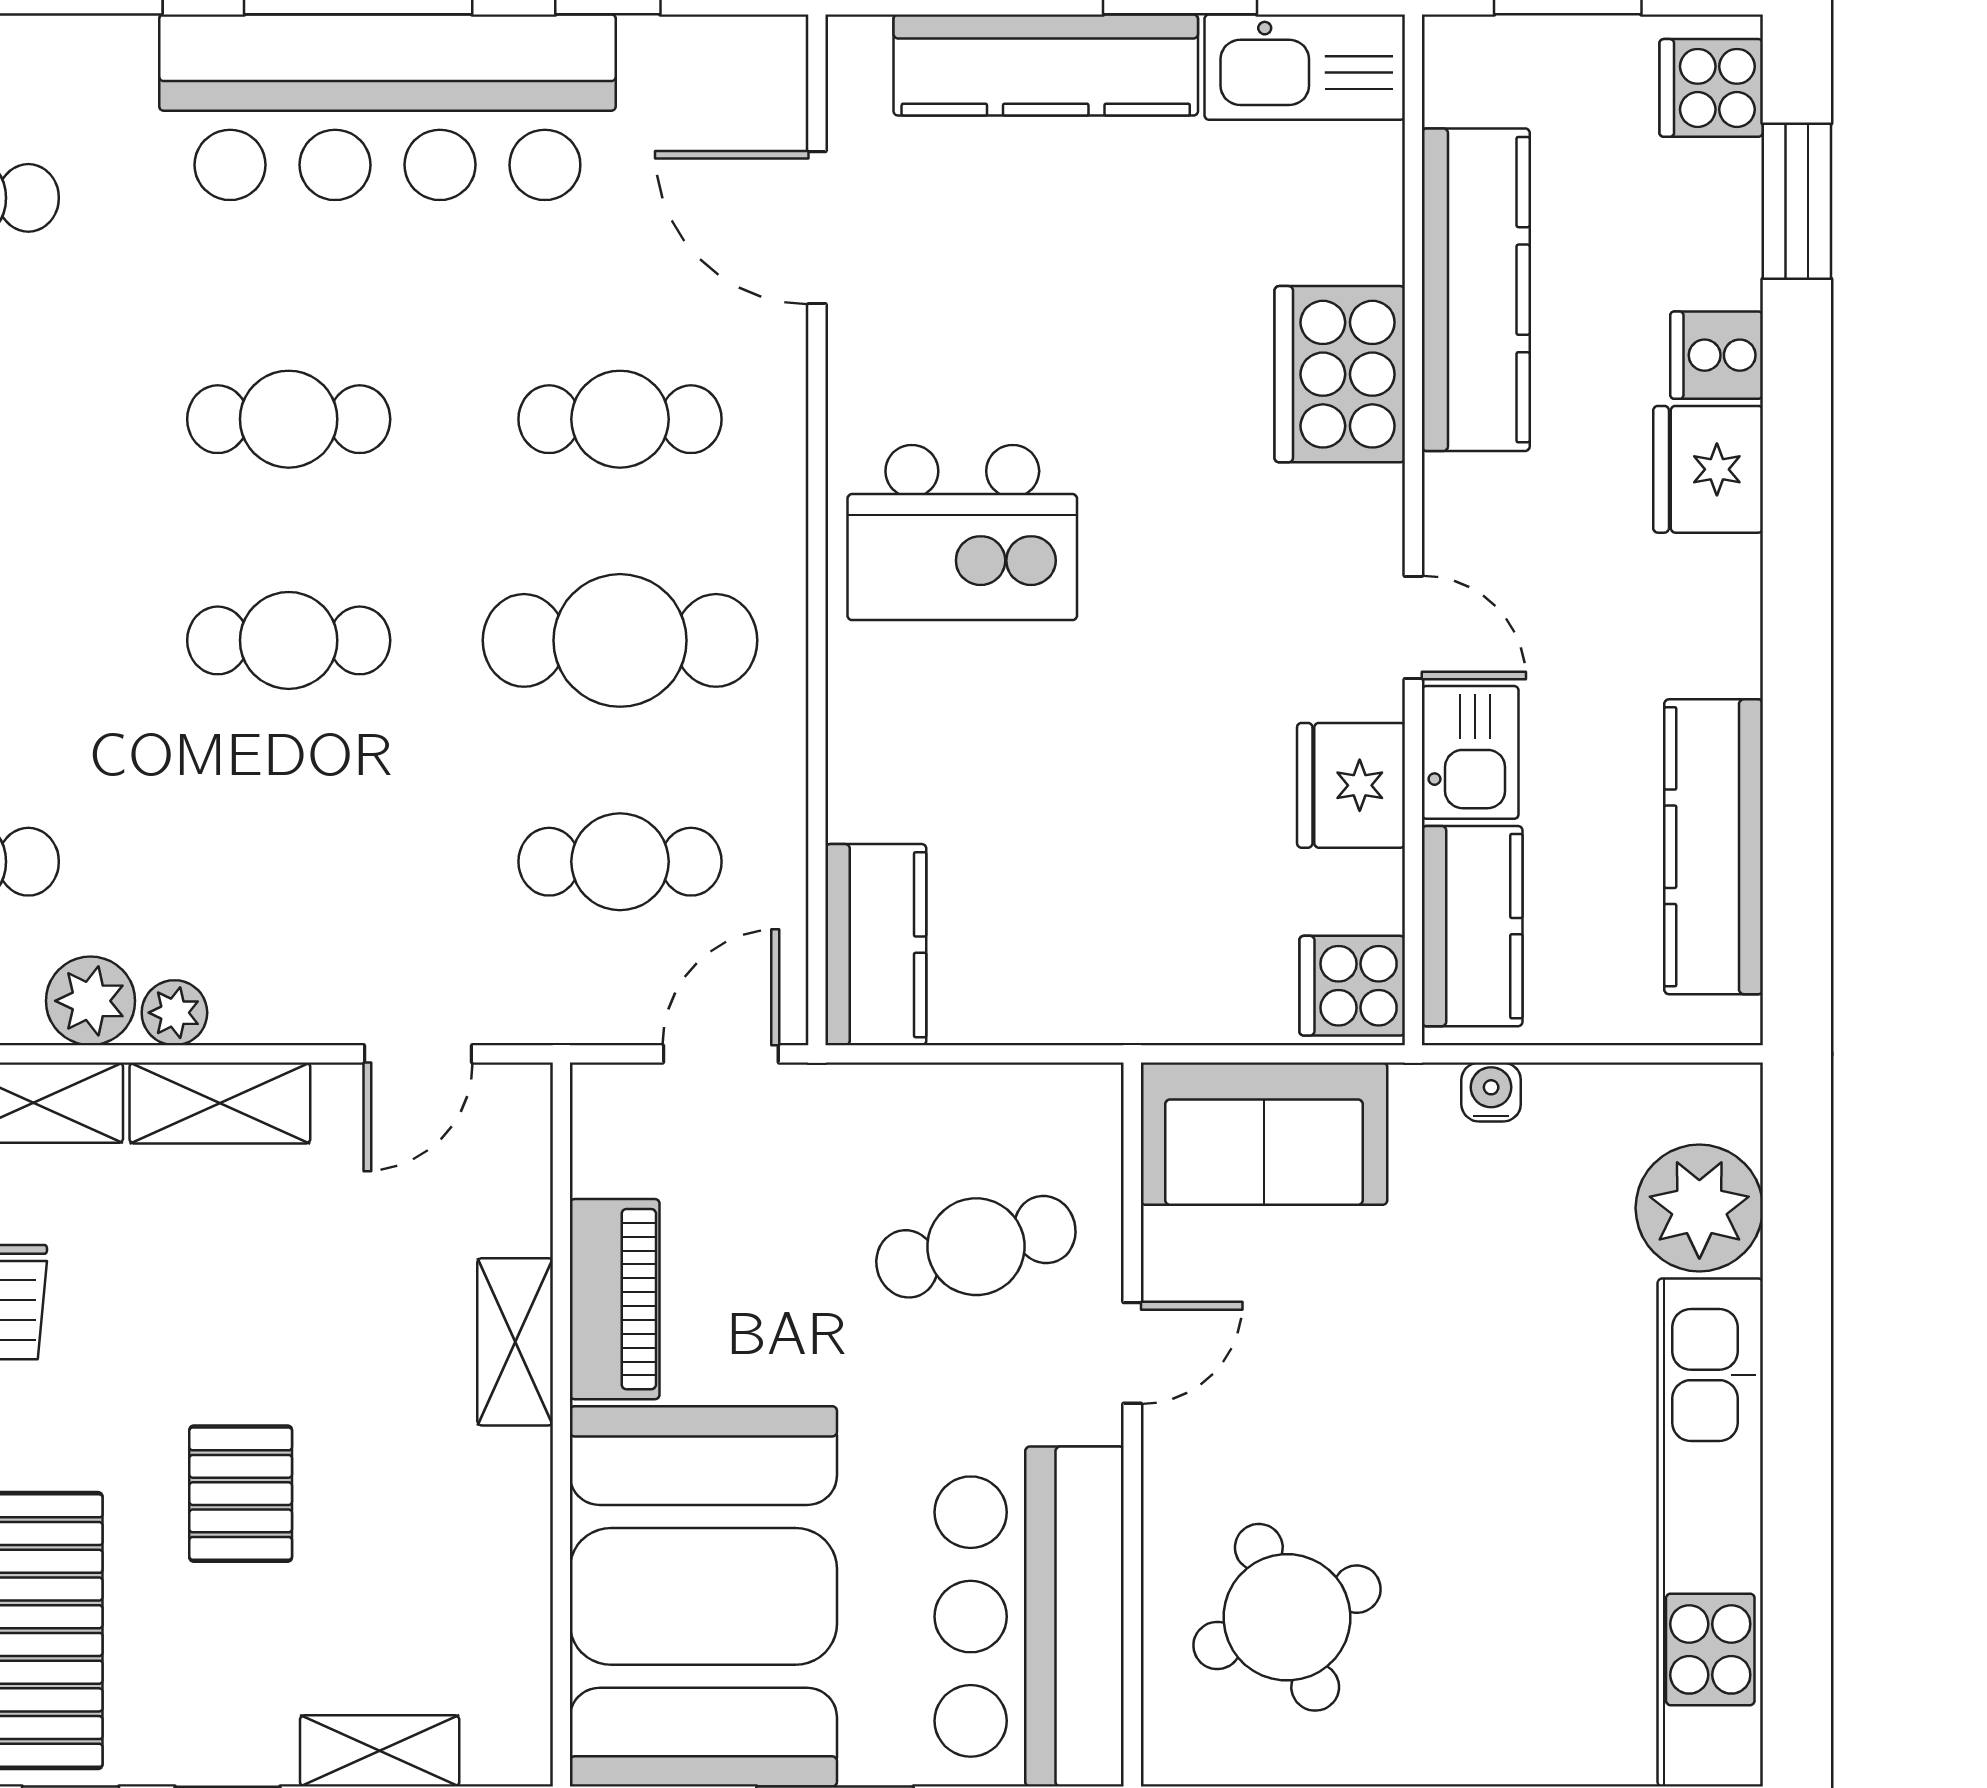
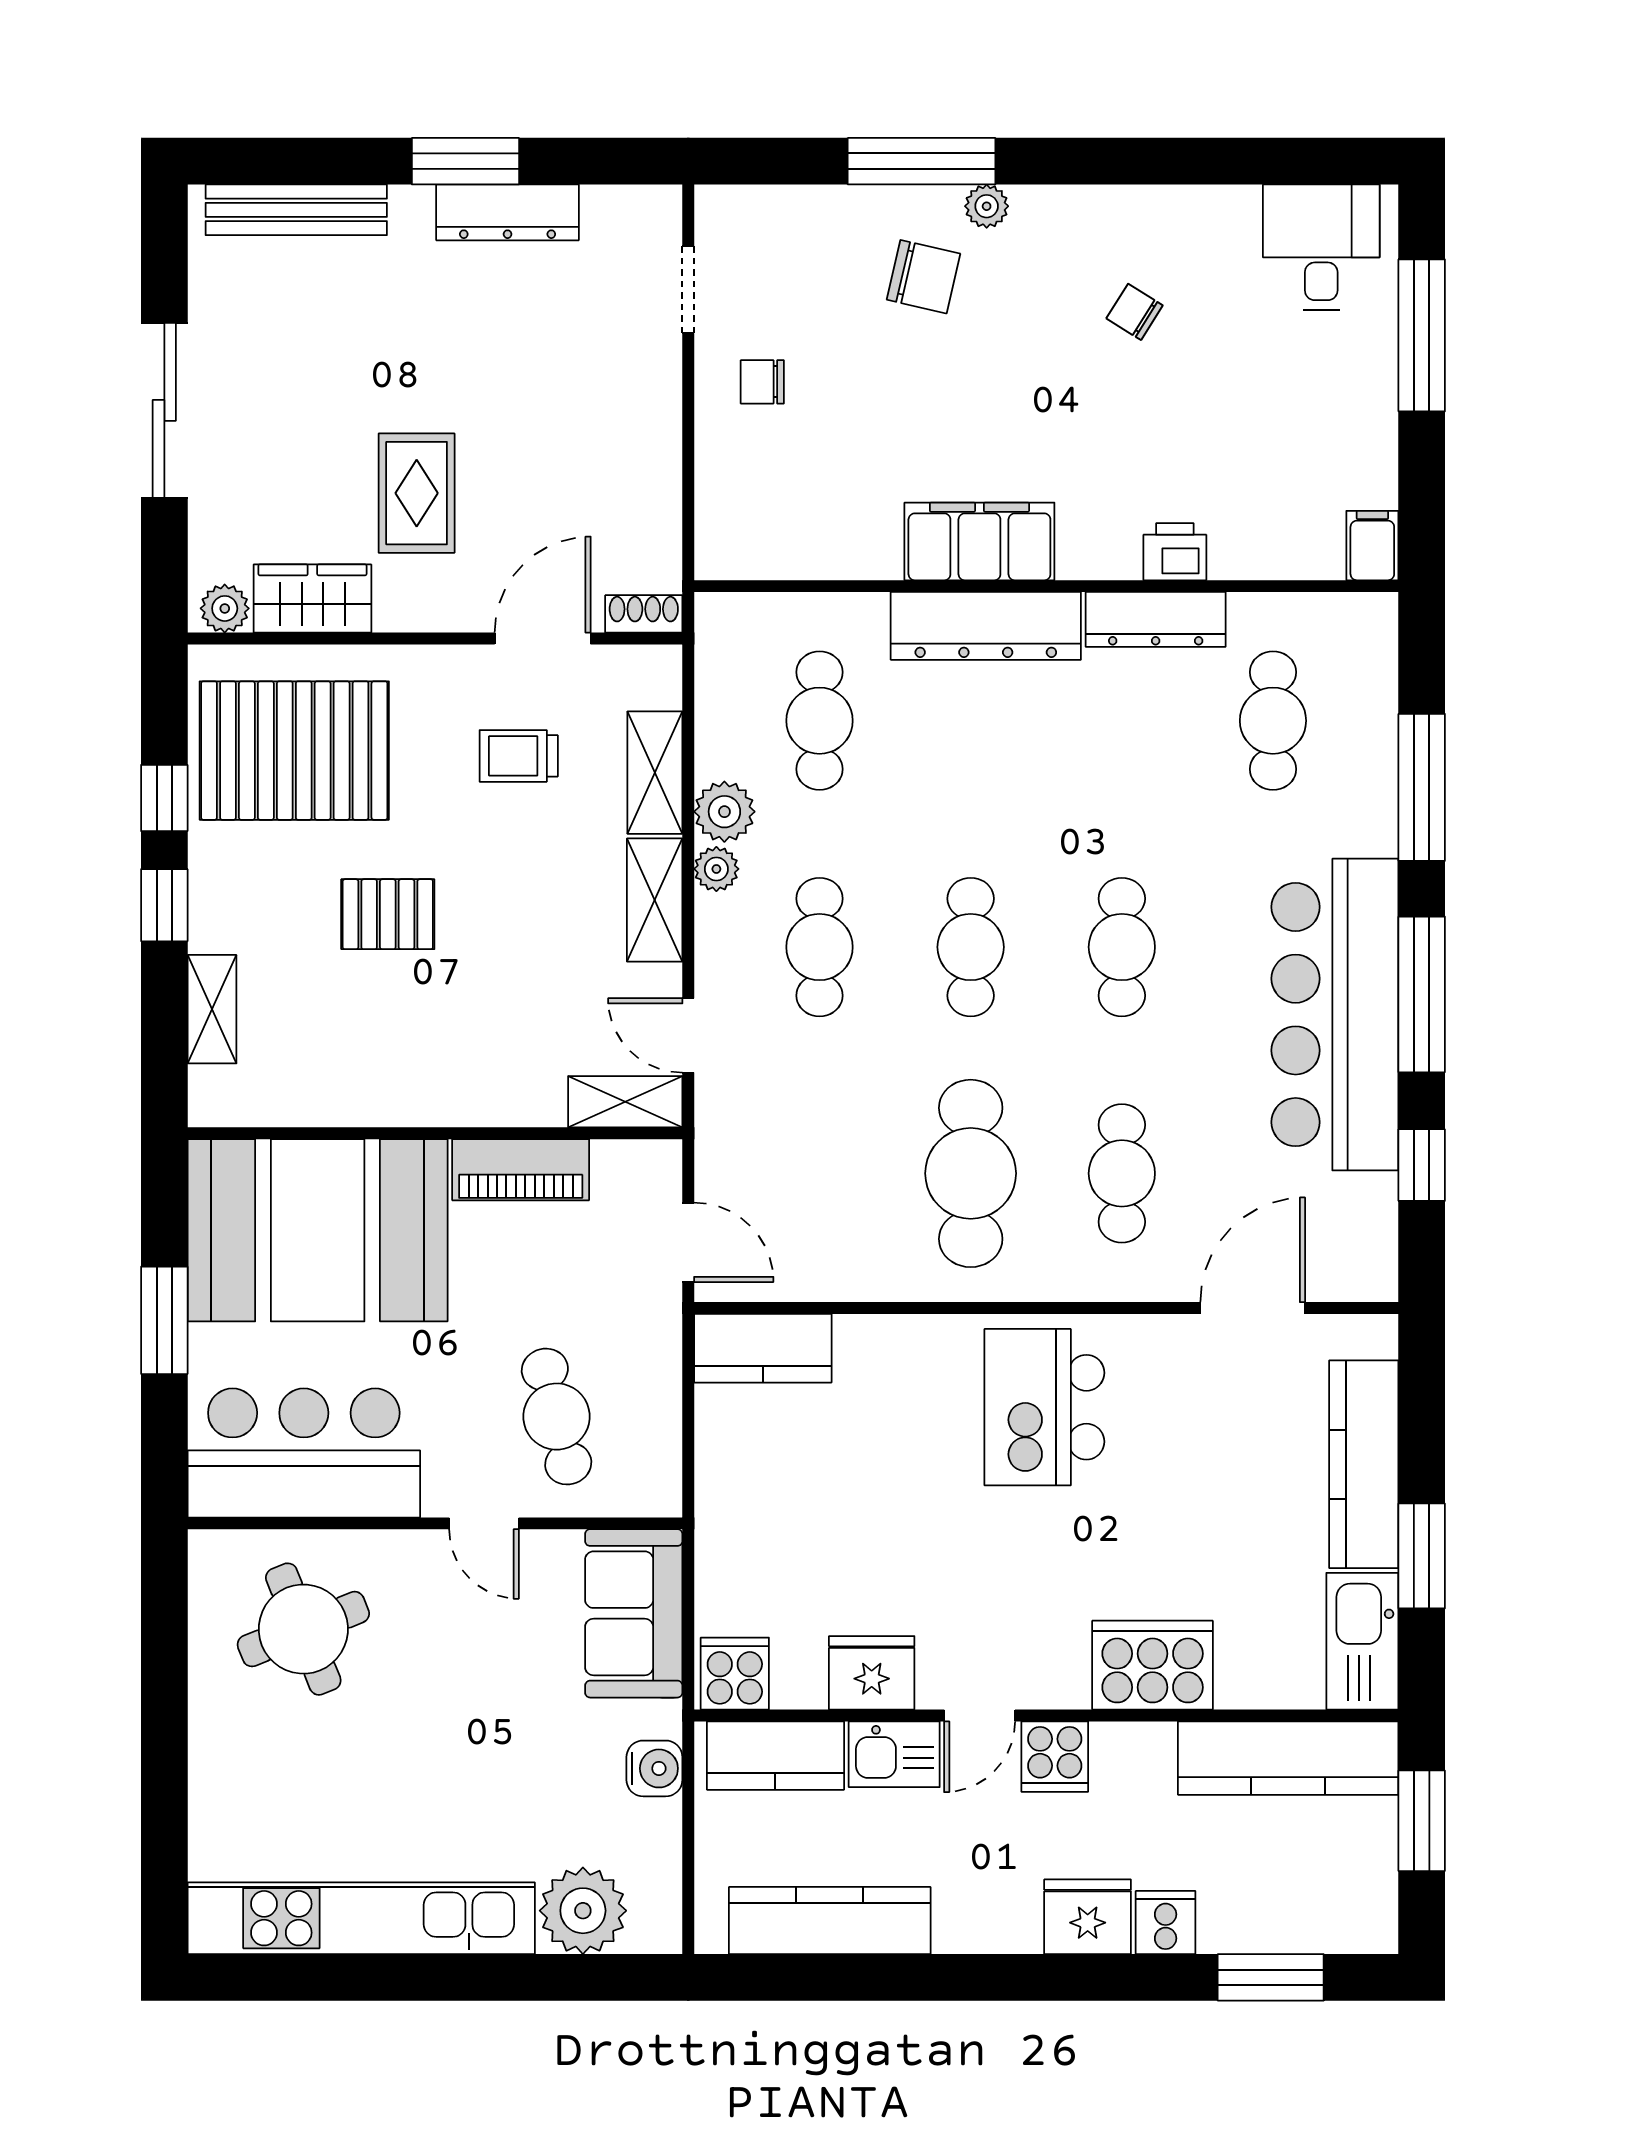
cooker: (1711, 88) -> (1055, 1757), moved, turned 180
kitchen counter: (1476, 290) -> (1288, 1758), moved
cafe table: (620, 862) -> (819, 947), moved
water cooler: (1491, 1092) -> (654, 1768), width x1.38, depth x1.38
shelving: (515, 1342) -> (625, 1102), moved

